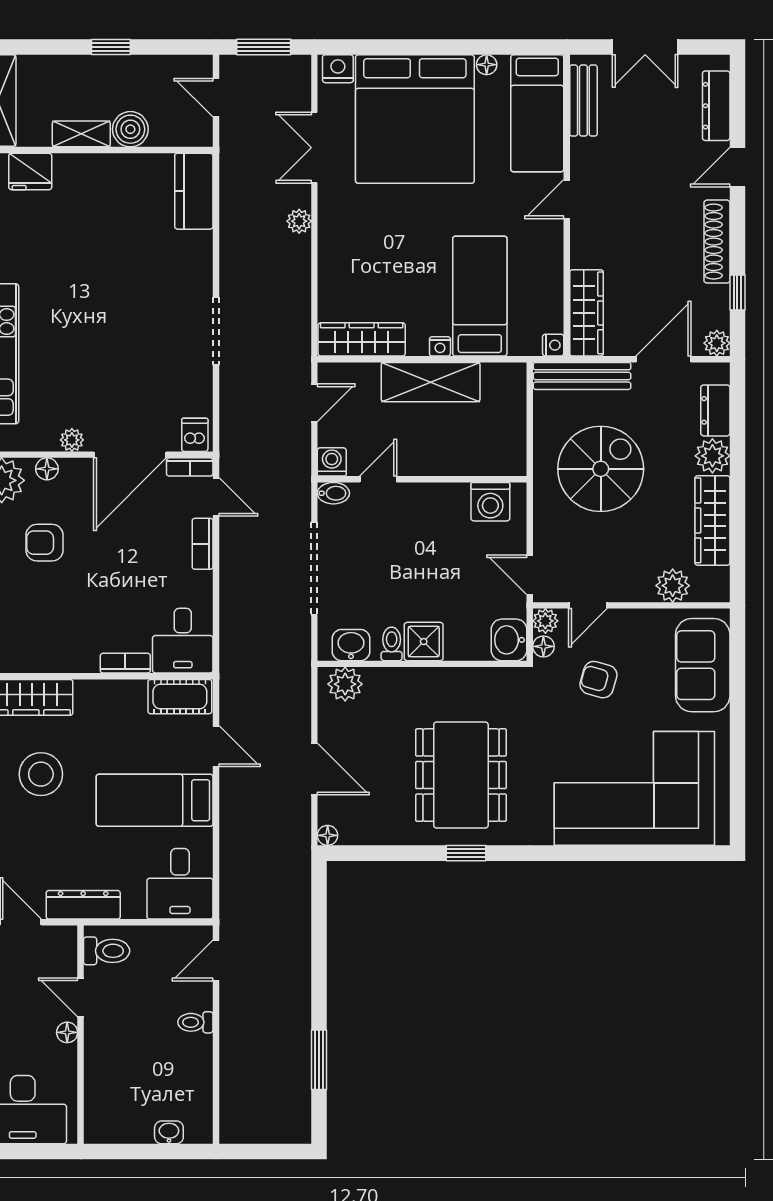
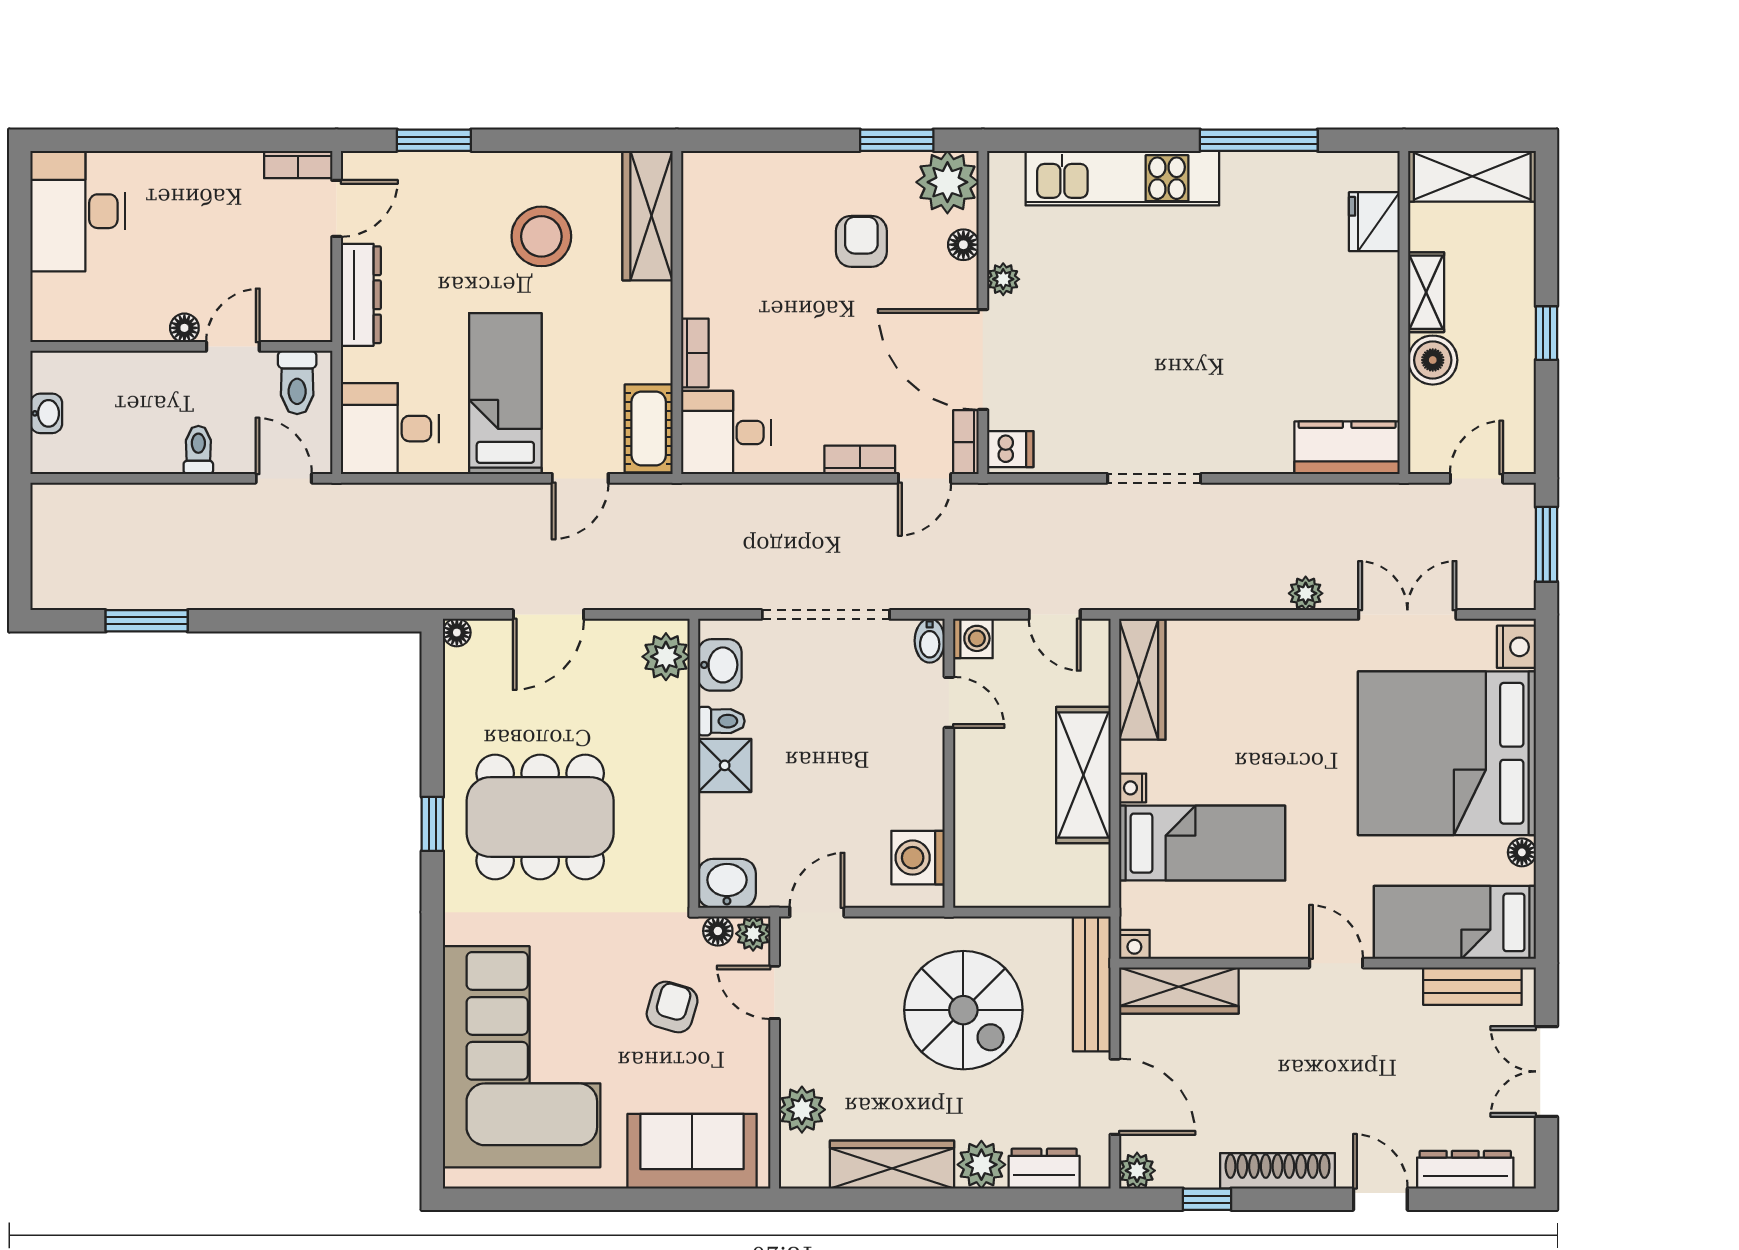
toilet: (107, 951) -> (297, 382), moved
door: (81, 997) -> (233, 346), moved
floor lamp: (67, 1032) -> (184, 328), moved
wall: (81, 1035) -> (181, 346), moved

